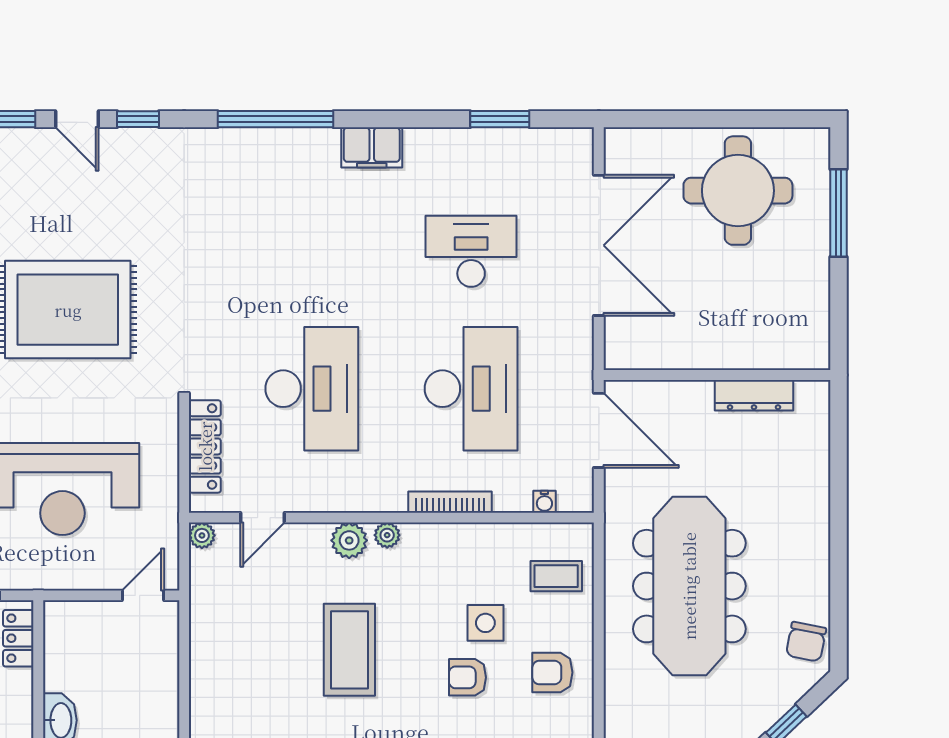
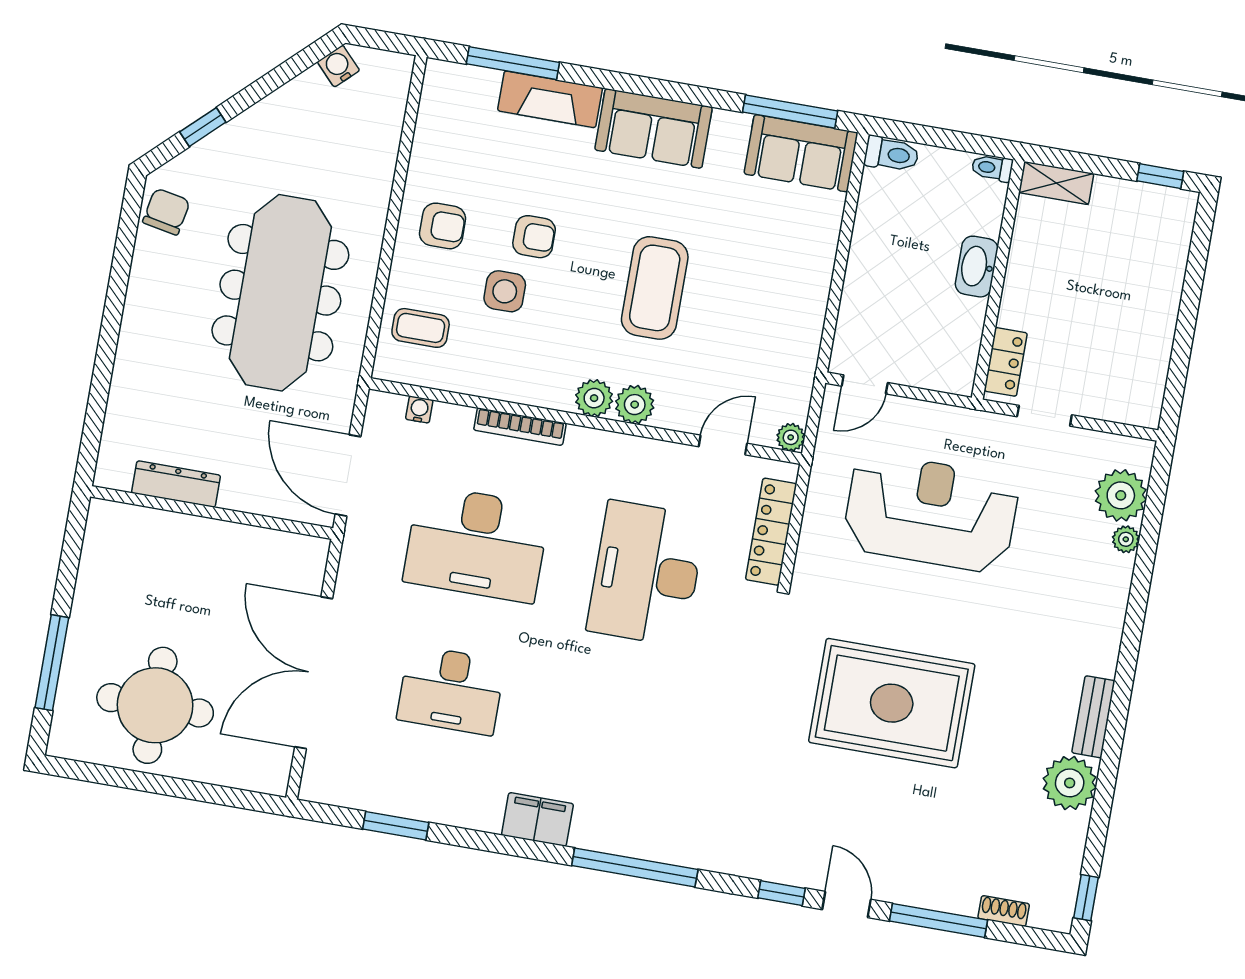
desk: (471, 389) -> (476, 544), turned -90
plant: (387, 535) -> (594, 398), width x1.38, depth x1.38

